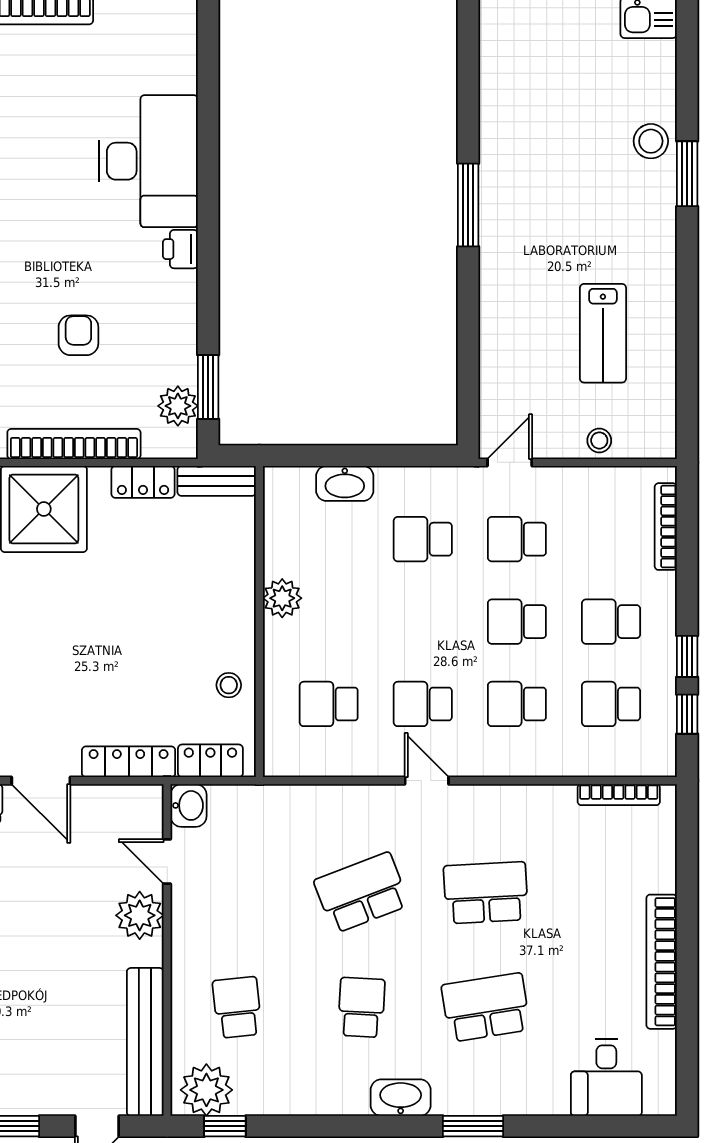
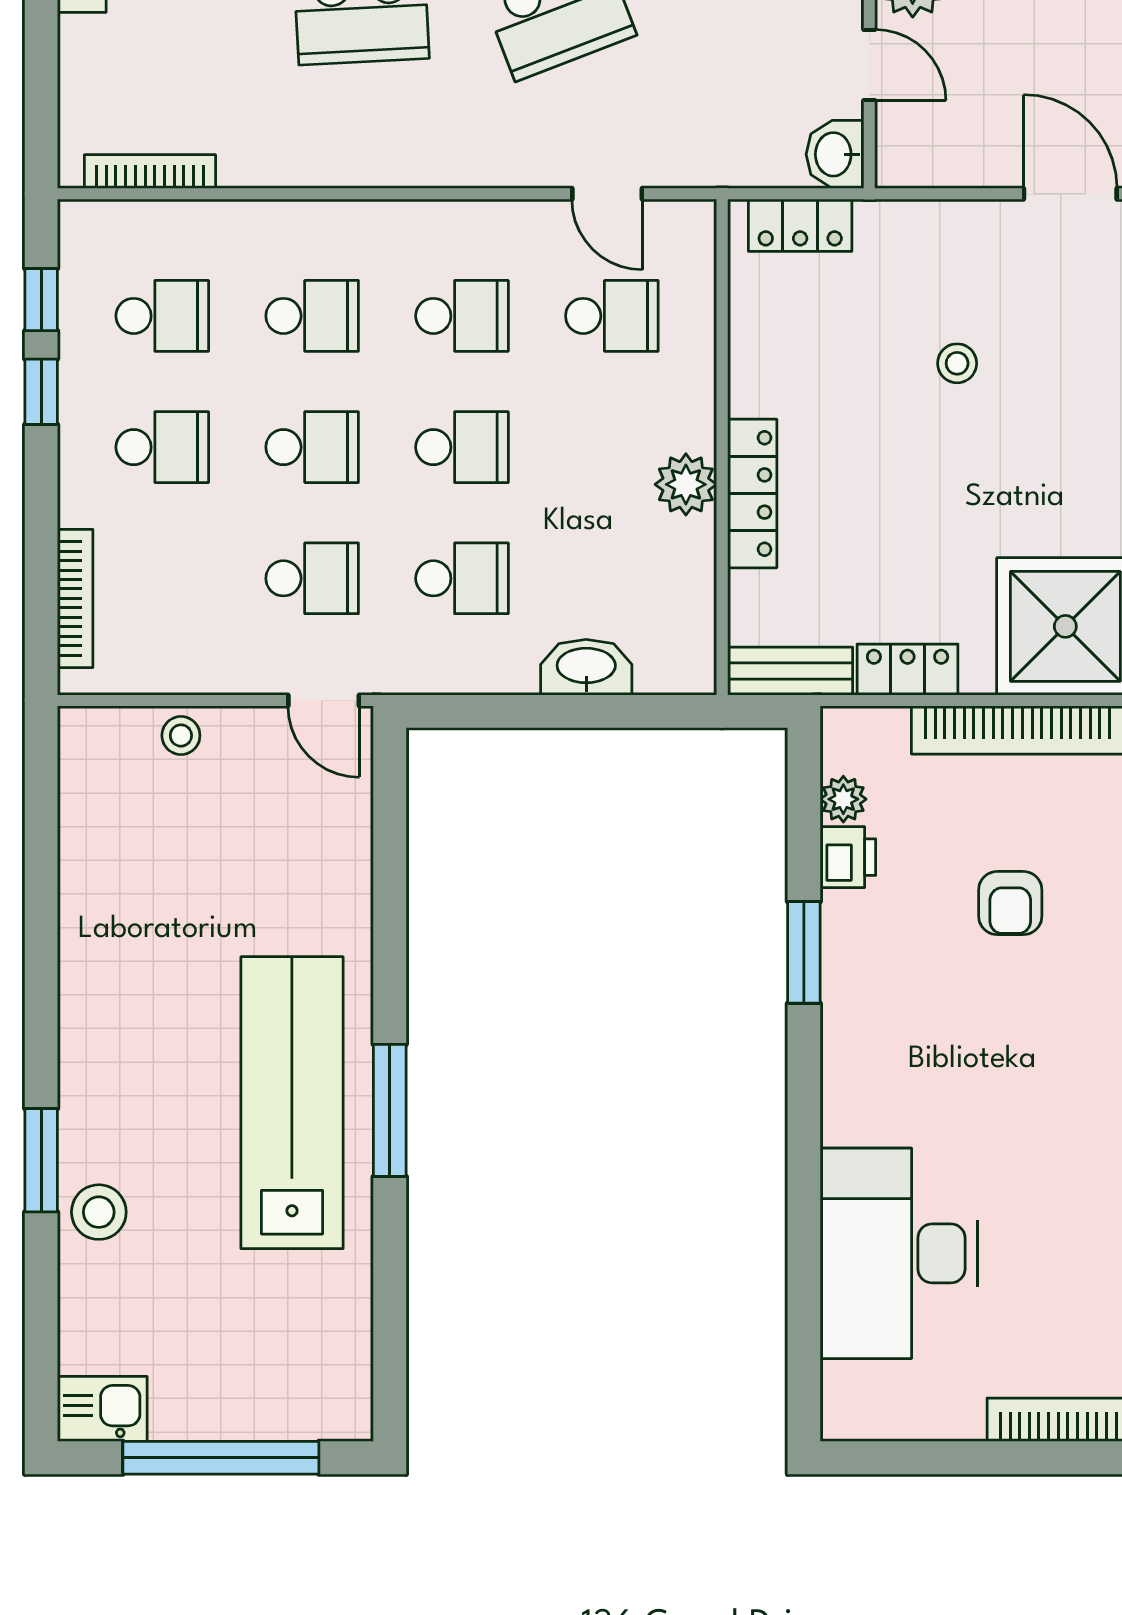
desk: (148, 161) -> (899, 1253), moved
printer: (180, 249) -> (848, 857), moved
lab bench: (603, 333) -> (292, 1103), moved, width x1.86, depth x1.39
window: (208, 387) -> (804, 952), moved
plant: (178, 406) -> (843, 799), width x0.73, depth x0.73
door: (510, 462) -> (324, 700), hinge flipped
school desk: (423, 622) -> (462, 447), added
stool: (229, 685) -> (957, 363), moved
locker: (129, 762) -> (752, 494), moved, turned -90
door: (427, 781) -> (607, 194), moved

